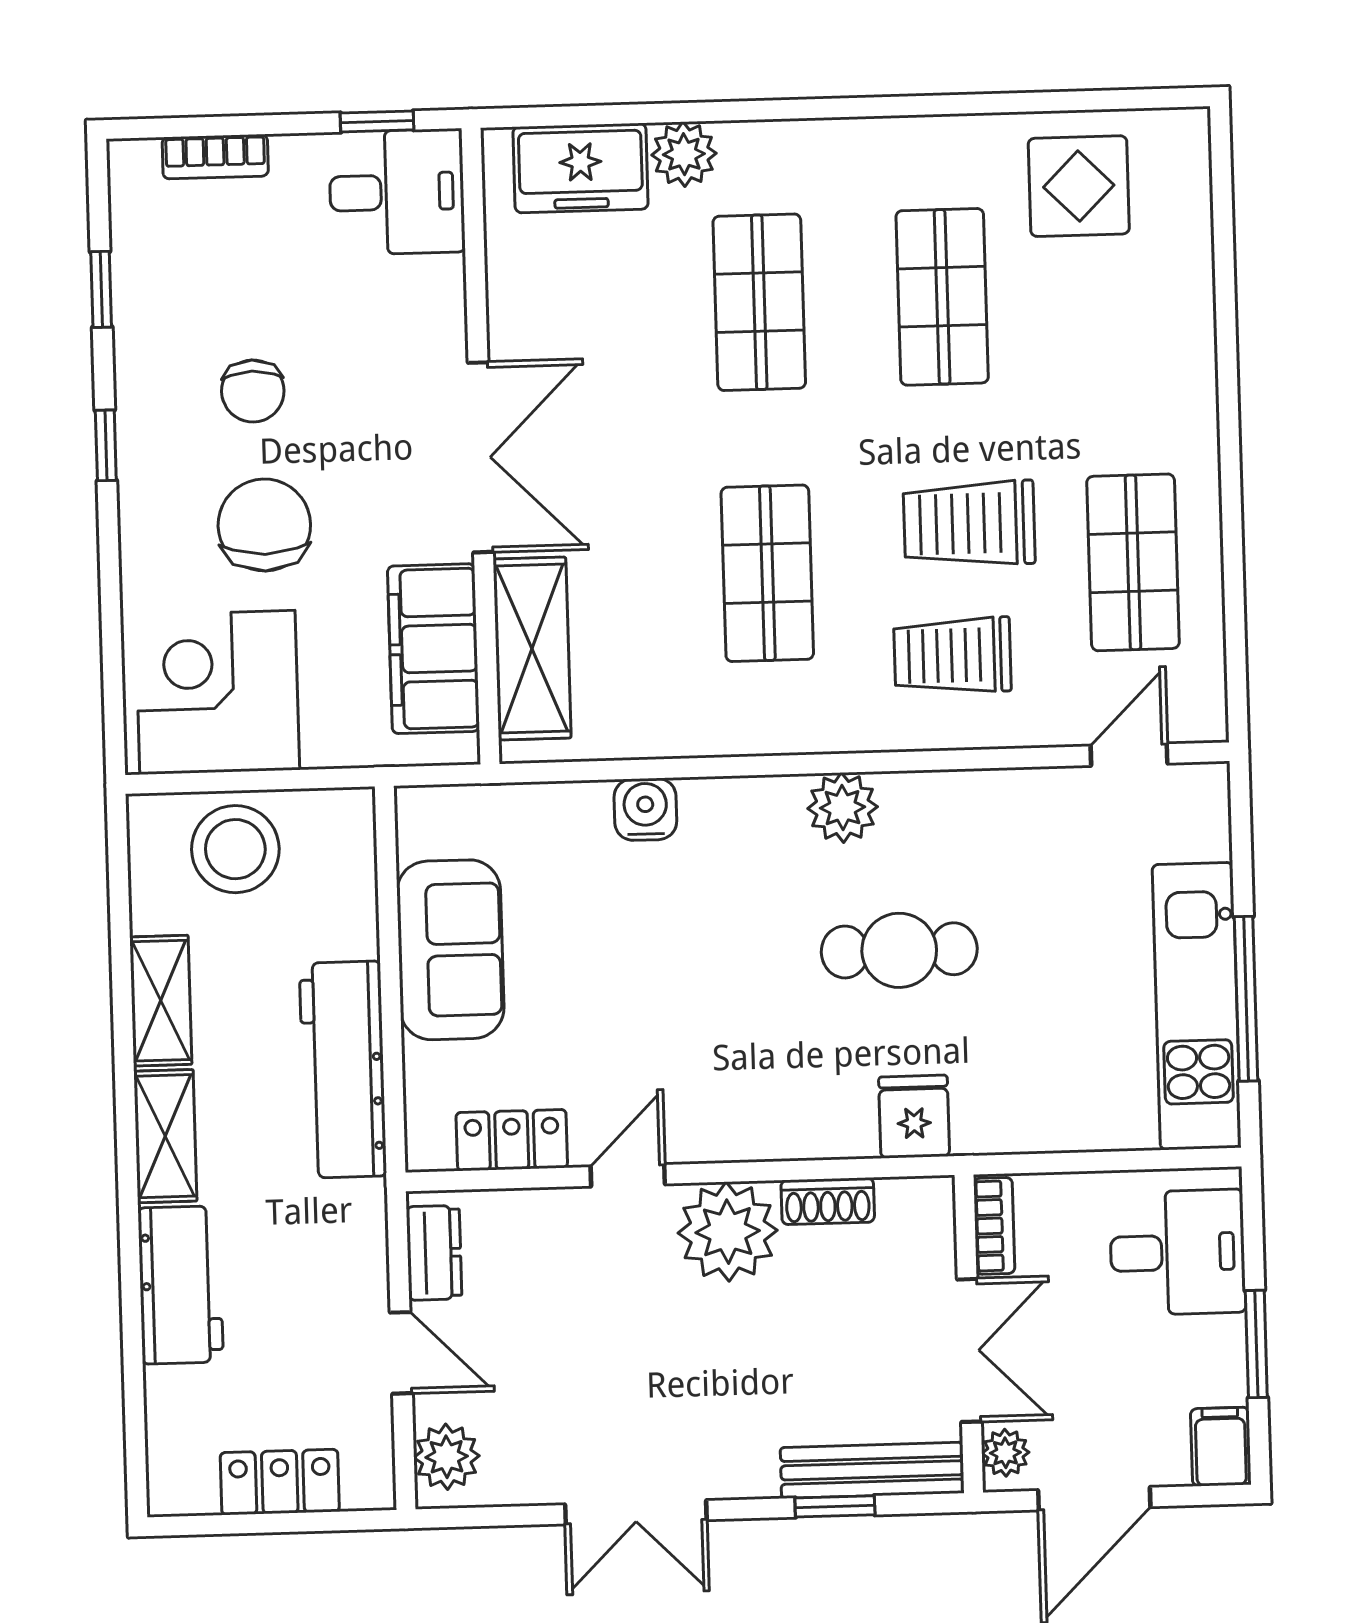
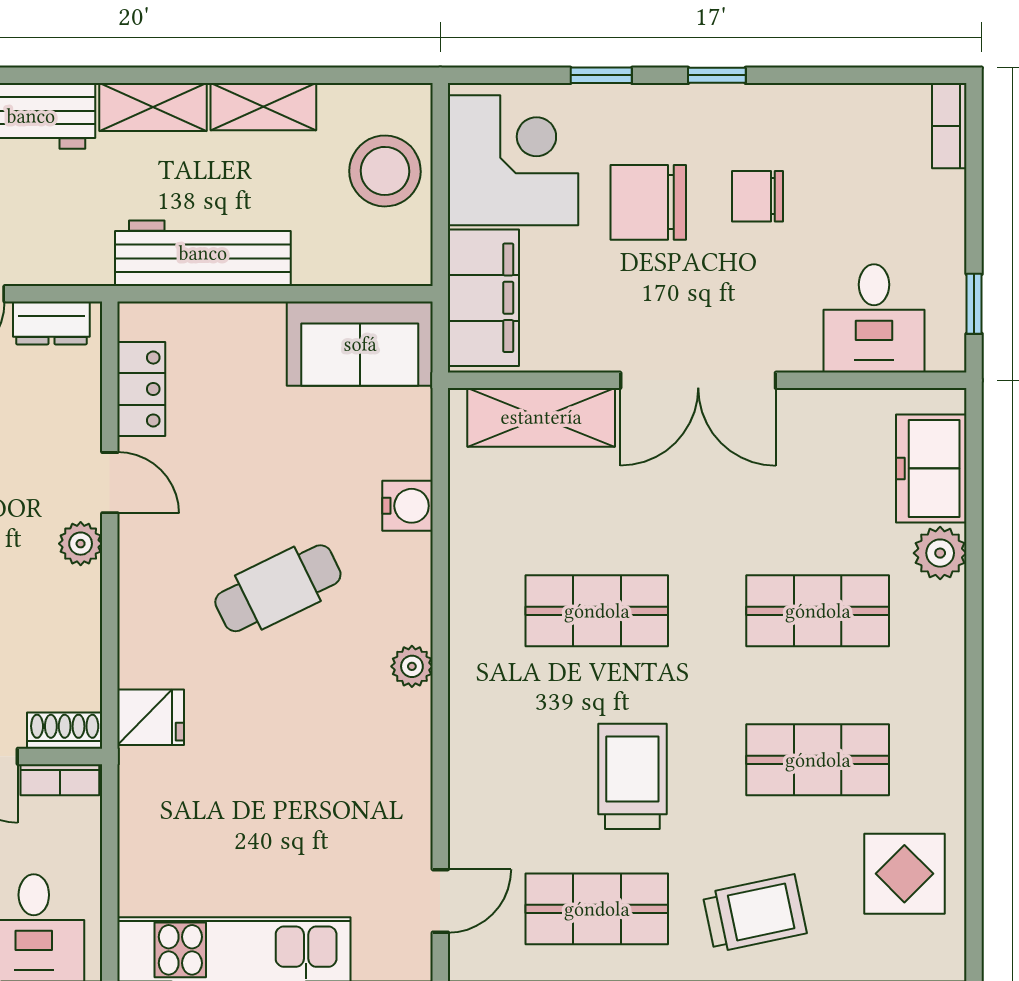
bookcase: (215, 157) -> (949, 126), moved
desk: (397, 192) -> (874, 318), moved
window: (101, 289) -> (601, 75), moved
chair: (264, 525) -> (648, 202), turned 180
filing cabinet: (434, 649) -> (483, 298), moved, turned 90
trolley: (952, 655) -> (755, 913), moved, turned 78
door: (1129, 755) -> (440, 901), hinge flipped
plant: (843, 808) -> (412, 666), width x0.73, depth x0.73
sofa: (450, 950) -> (360, 344), moved
cafe table: (899, 950) -> (278, 588), moved, turned 64
shoe rack: (828, 1201) -> (65, 731), moved, turned 90
plant: (728, 1232) -> (81, 544), width x0.53, depth x0.53

